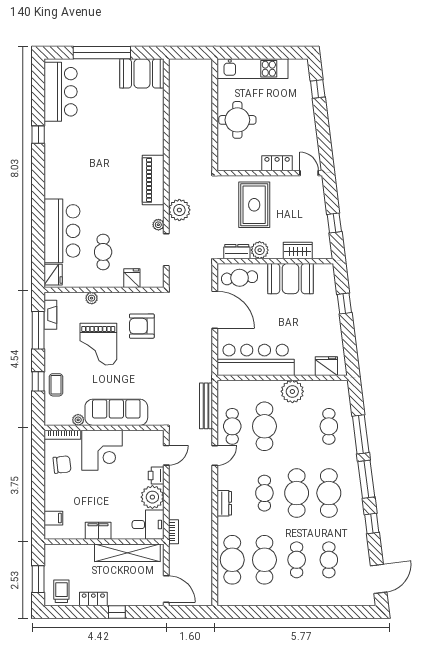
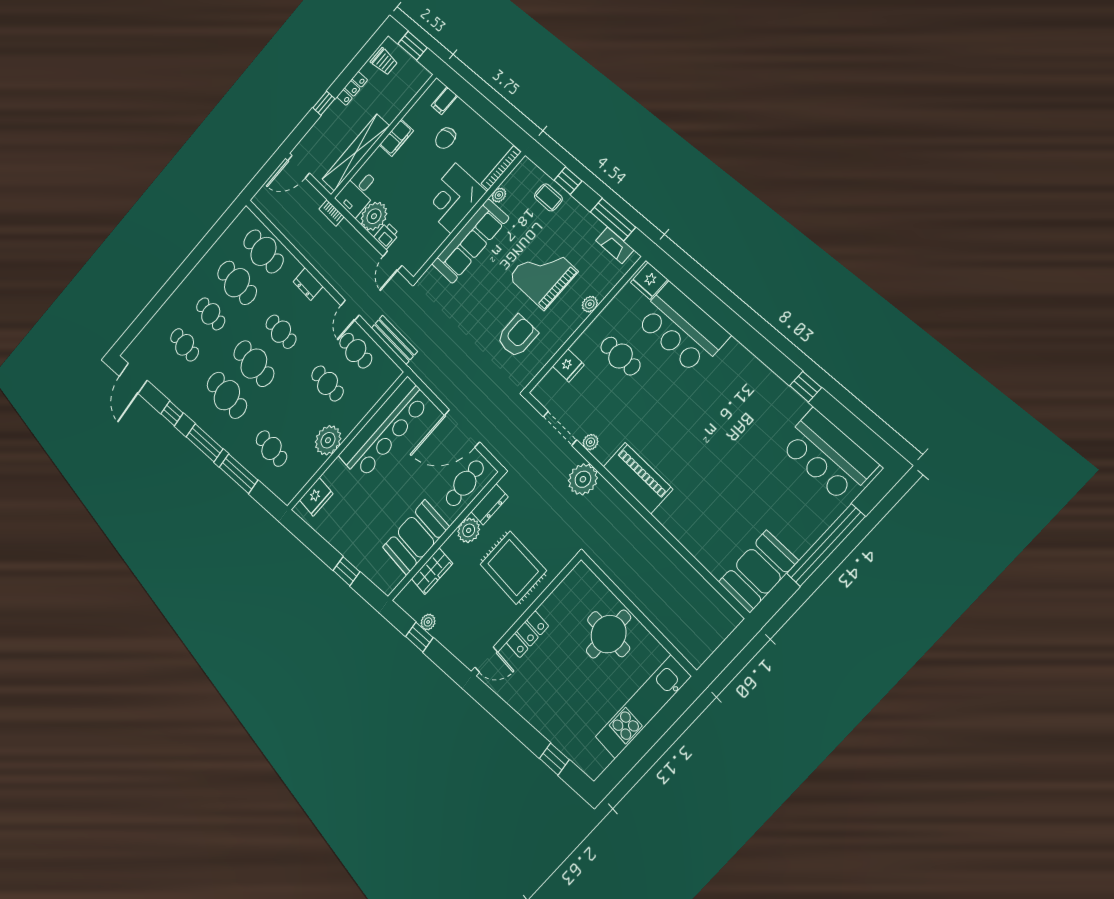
plant: (323, 226) -> (428, 622), added
cafe table: (264, 426) -> (327, 383), width x0.73, depth x0.74
chair: (62, 465) -> (445, 138), moved

